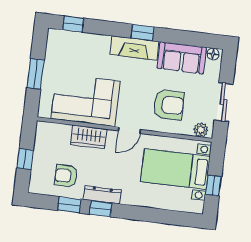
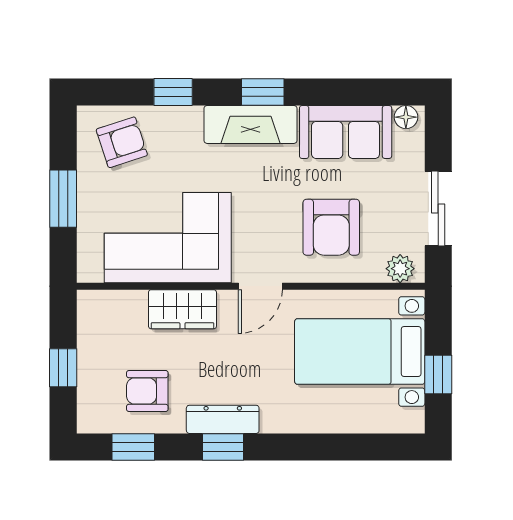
window: (73, 24) -> (173, 92), moved
armchair: (69, 49) -> (122, 142), added
armchair: (169, 105) -> (331, 227), turned 90
window: (69, 205) -> (133, 447), moved

